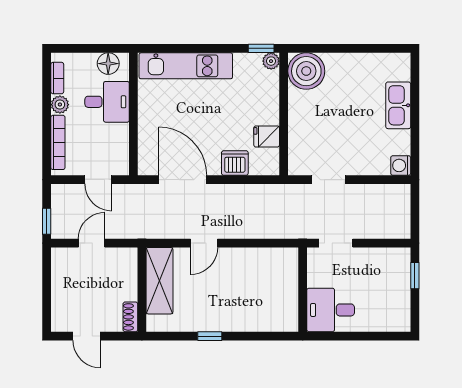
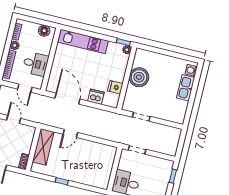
boiler: (306, 71) -> (139, 77), moved
desk: (107, 102) -> (35, 64), moved
washing machine: (401, 165) -> (191, 70), moved
door: (92, 243) -> (14, 119), hinge flipped

